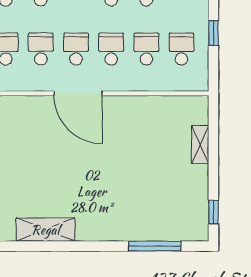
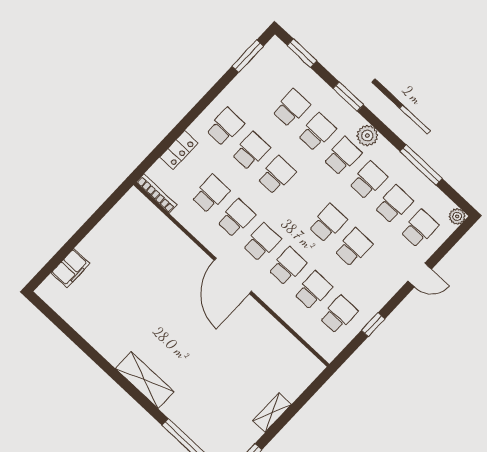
shelving: (200, 145) -> (272, 413), moved
shelving: (45, 230) -> (145, 380), moved

